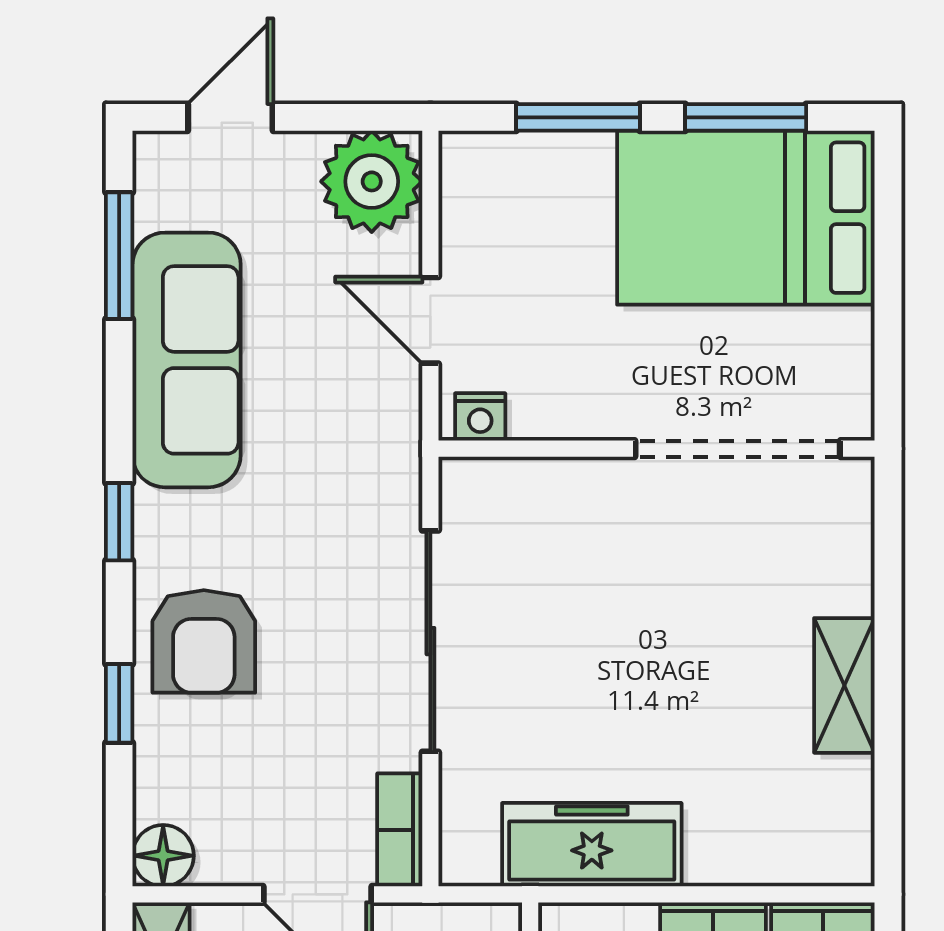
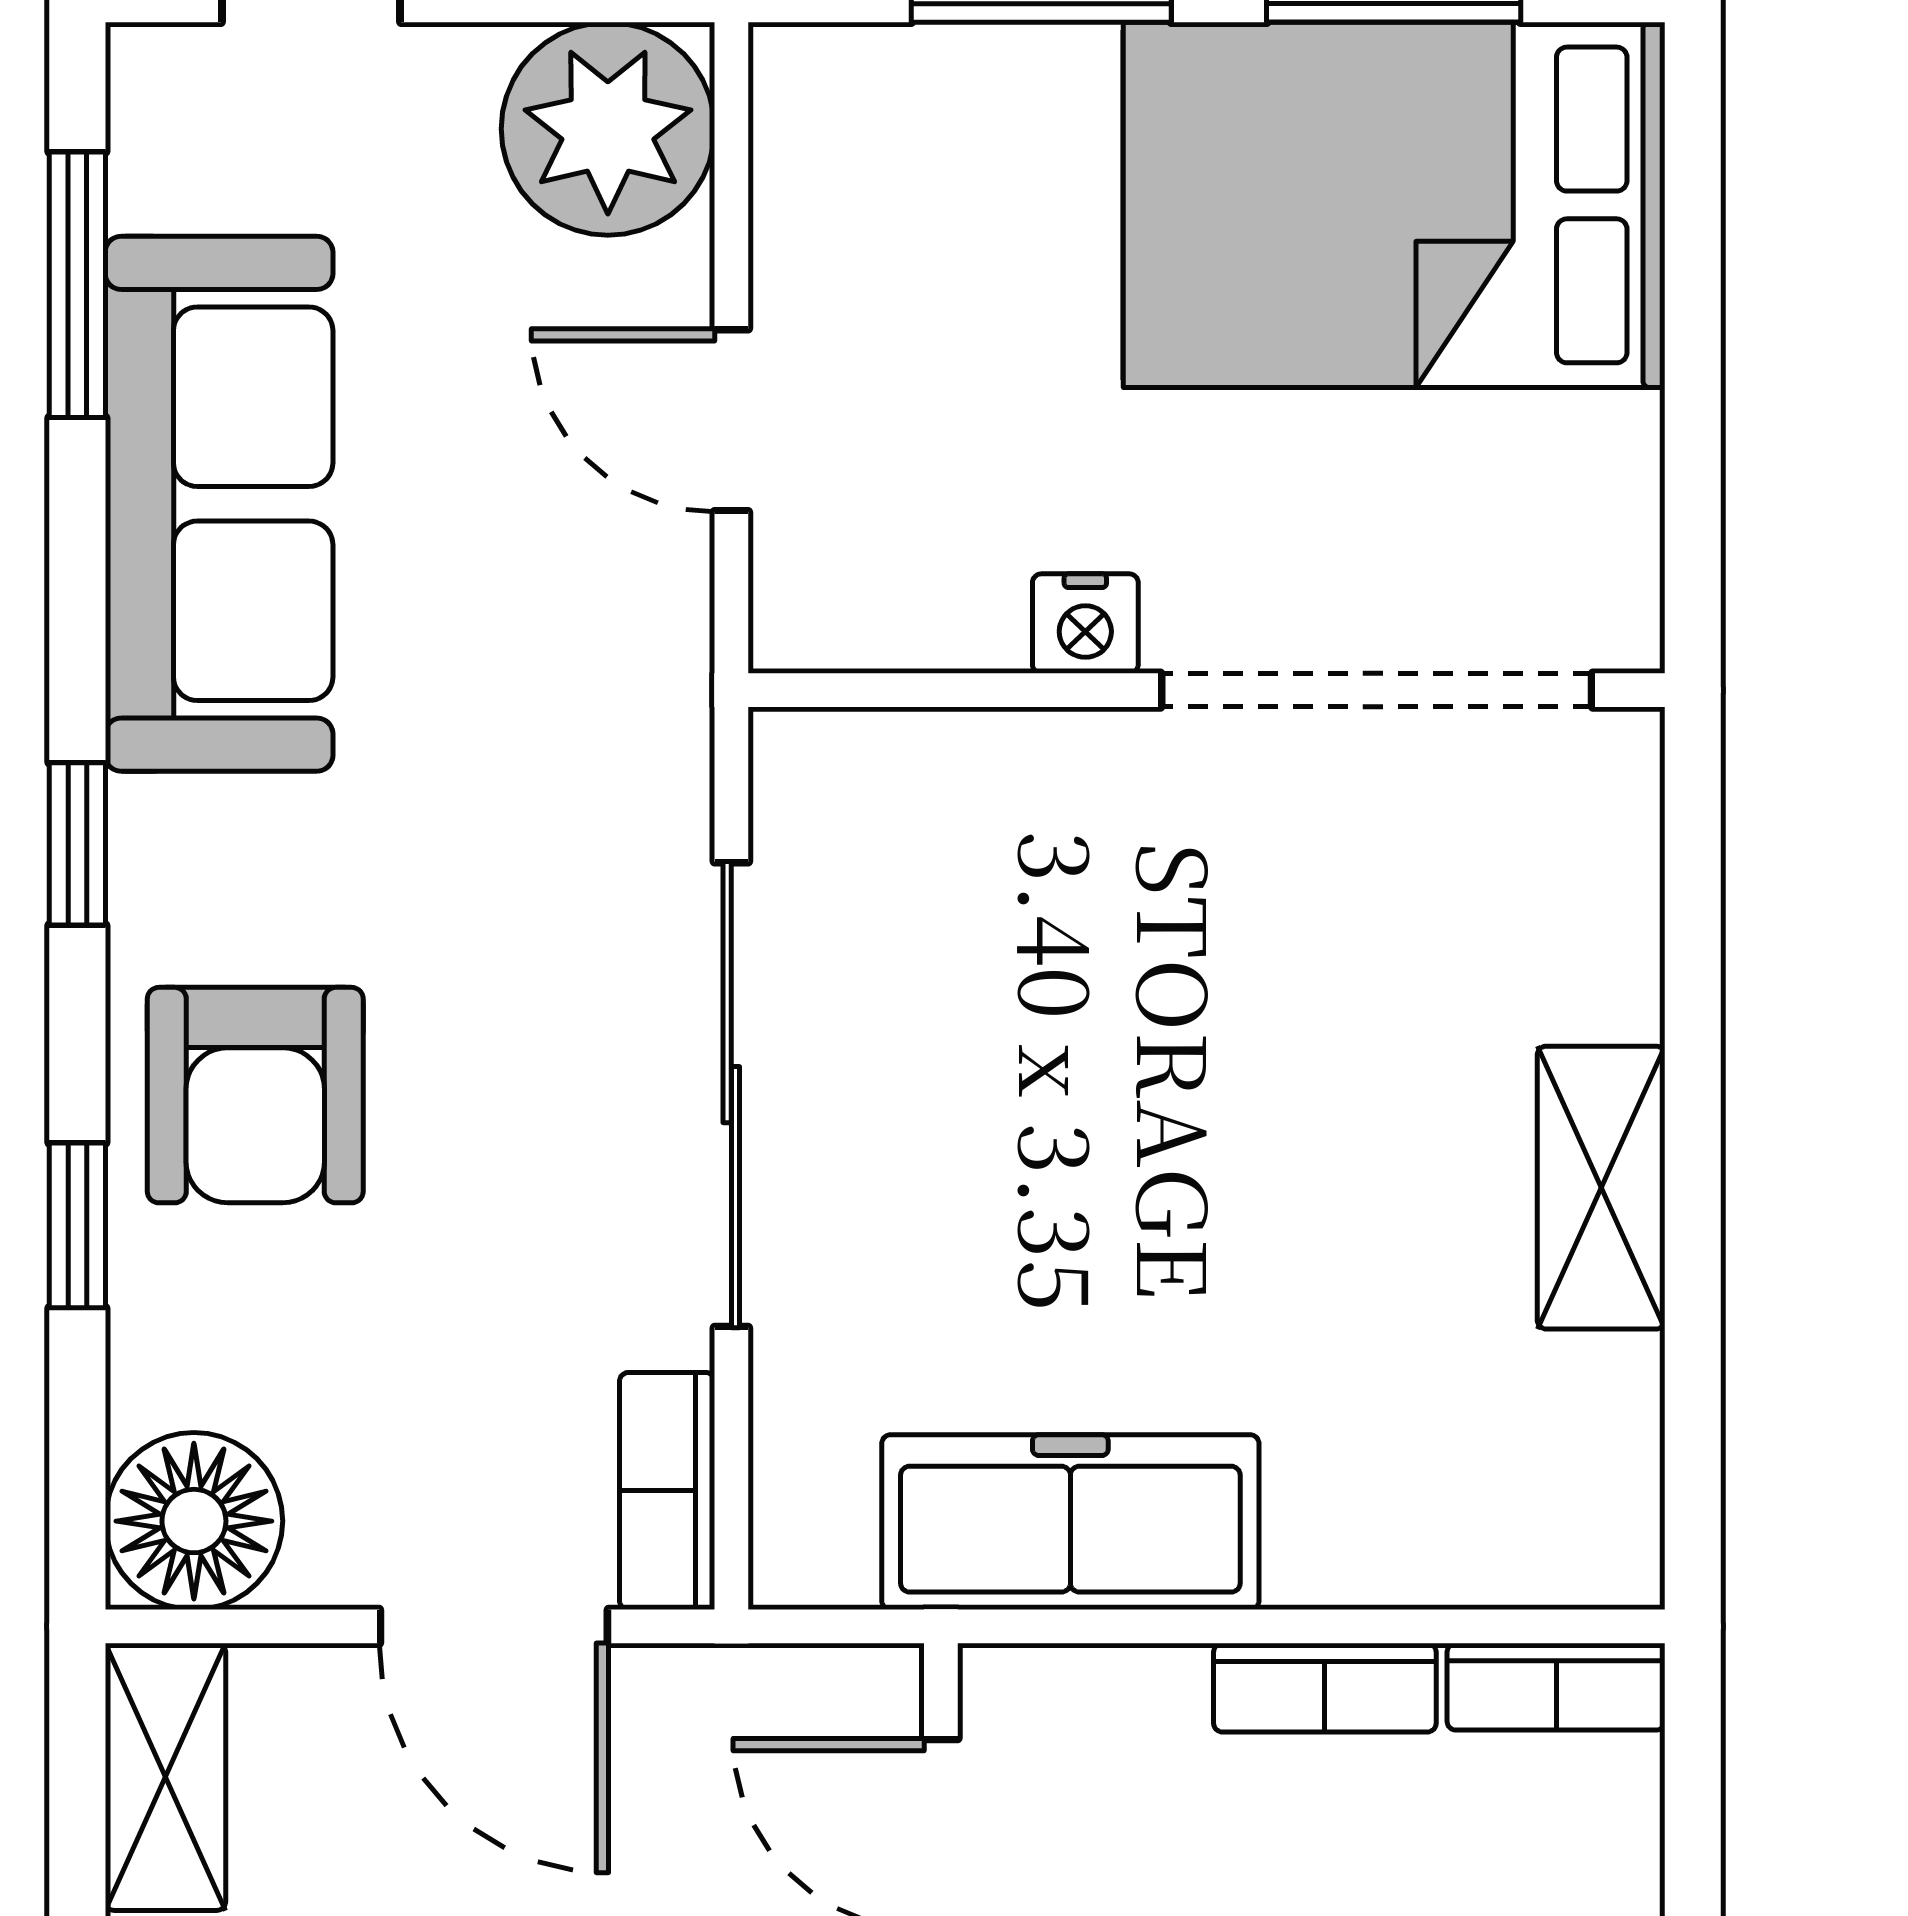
nightstand: (480, 417) -> (1085, 624), moved
floor lamp: (163, 856) -> (194, 1521), width x1.38, depth x1.38

